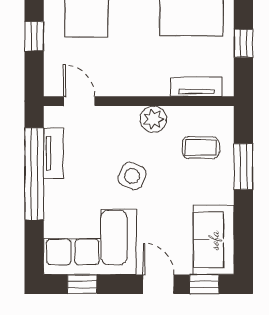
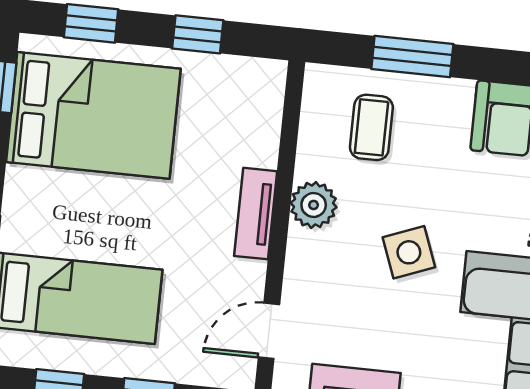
tv unit: (196, 87) -> (256, 214), moved
side table: (132, 176) -> (409, 252), turned 45

